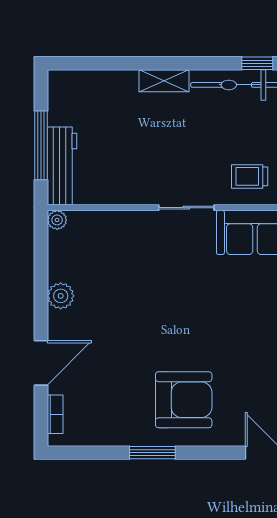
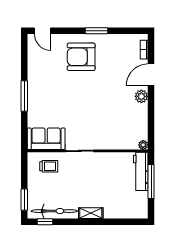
plant: (61, 296) -> (141, 96), moved

